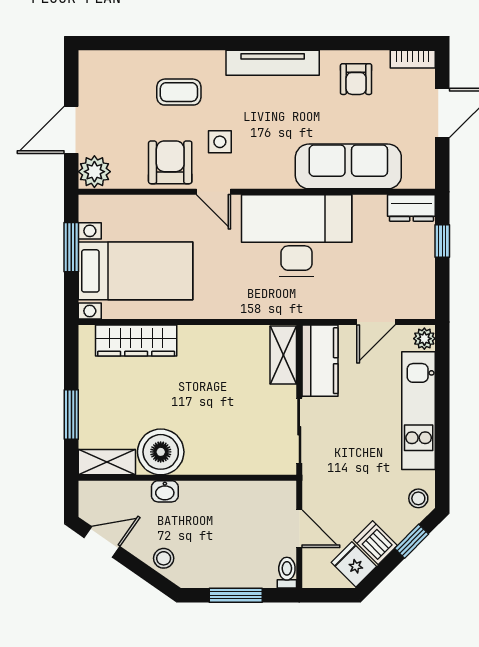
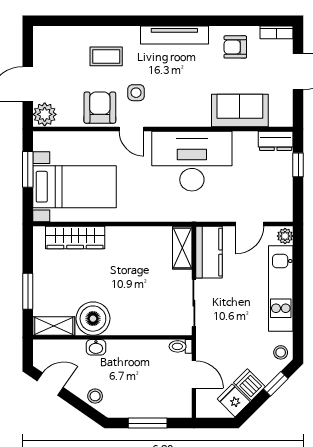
armchair: (356, 79) -> (235, 47), turned 90
sofa: (348, 166) -> (240, 111), width x0.73
toilet: (287, 573) -> (181, 346), moved, turned -90

